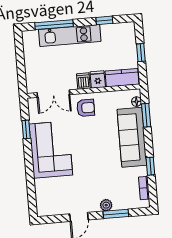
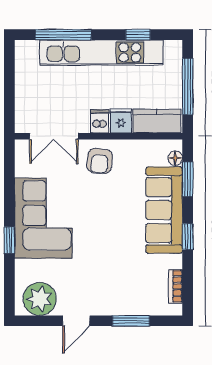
kitchen unit: (70, 35) -> (102, 53), width x1.36
window: (141, 53) -> (188, 86), width x2.17
armchair: (86, 108) -> (100, 161), turned 96
window: (26, 129) -> (9, 240), moved
window: (150, 166) -> (188, 237), moved
plant: (106, 205) -> (40, 299), moved, width x1.87, depth x1.87

